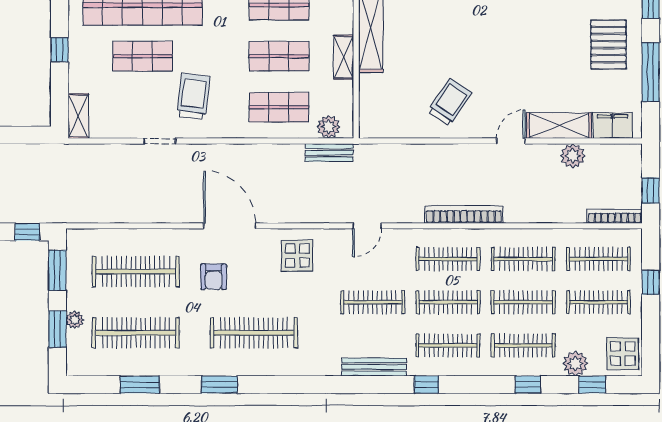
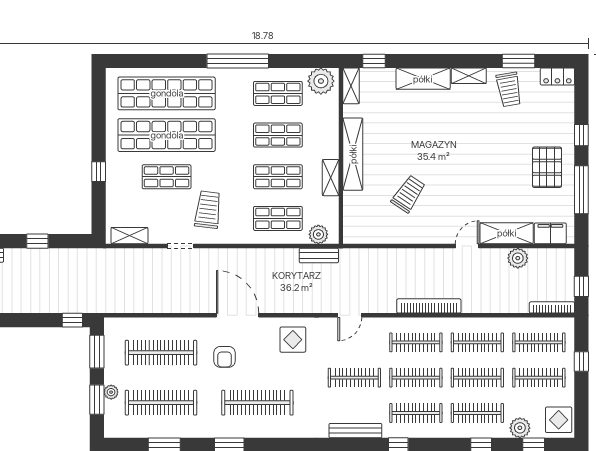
trolley: (450, 102) -> (408, 194), moved
shelving: (78, 116) -> (129, 236), moved, turned 90

